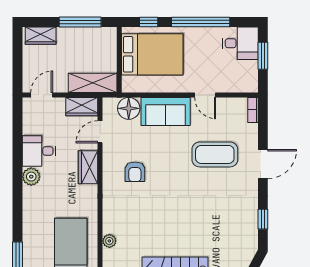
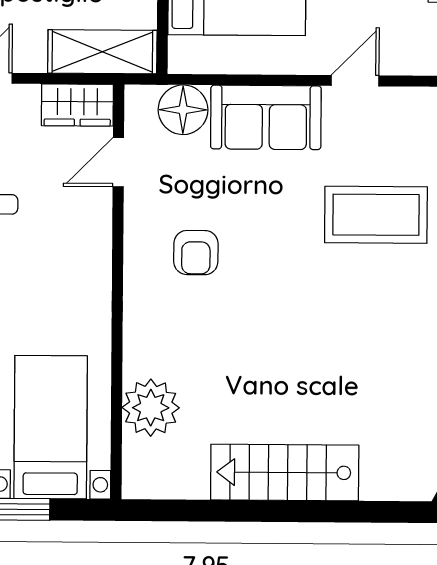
door: (205, 95) -> (355, 81), swing flipped
wardrobe: (88, 167) -> (91, 241), removed
plant: (109, 241) -> (151, 408), width x1.87, depth x1.87

